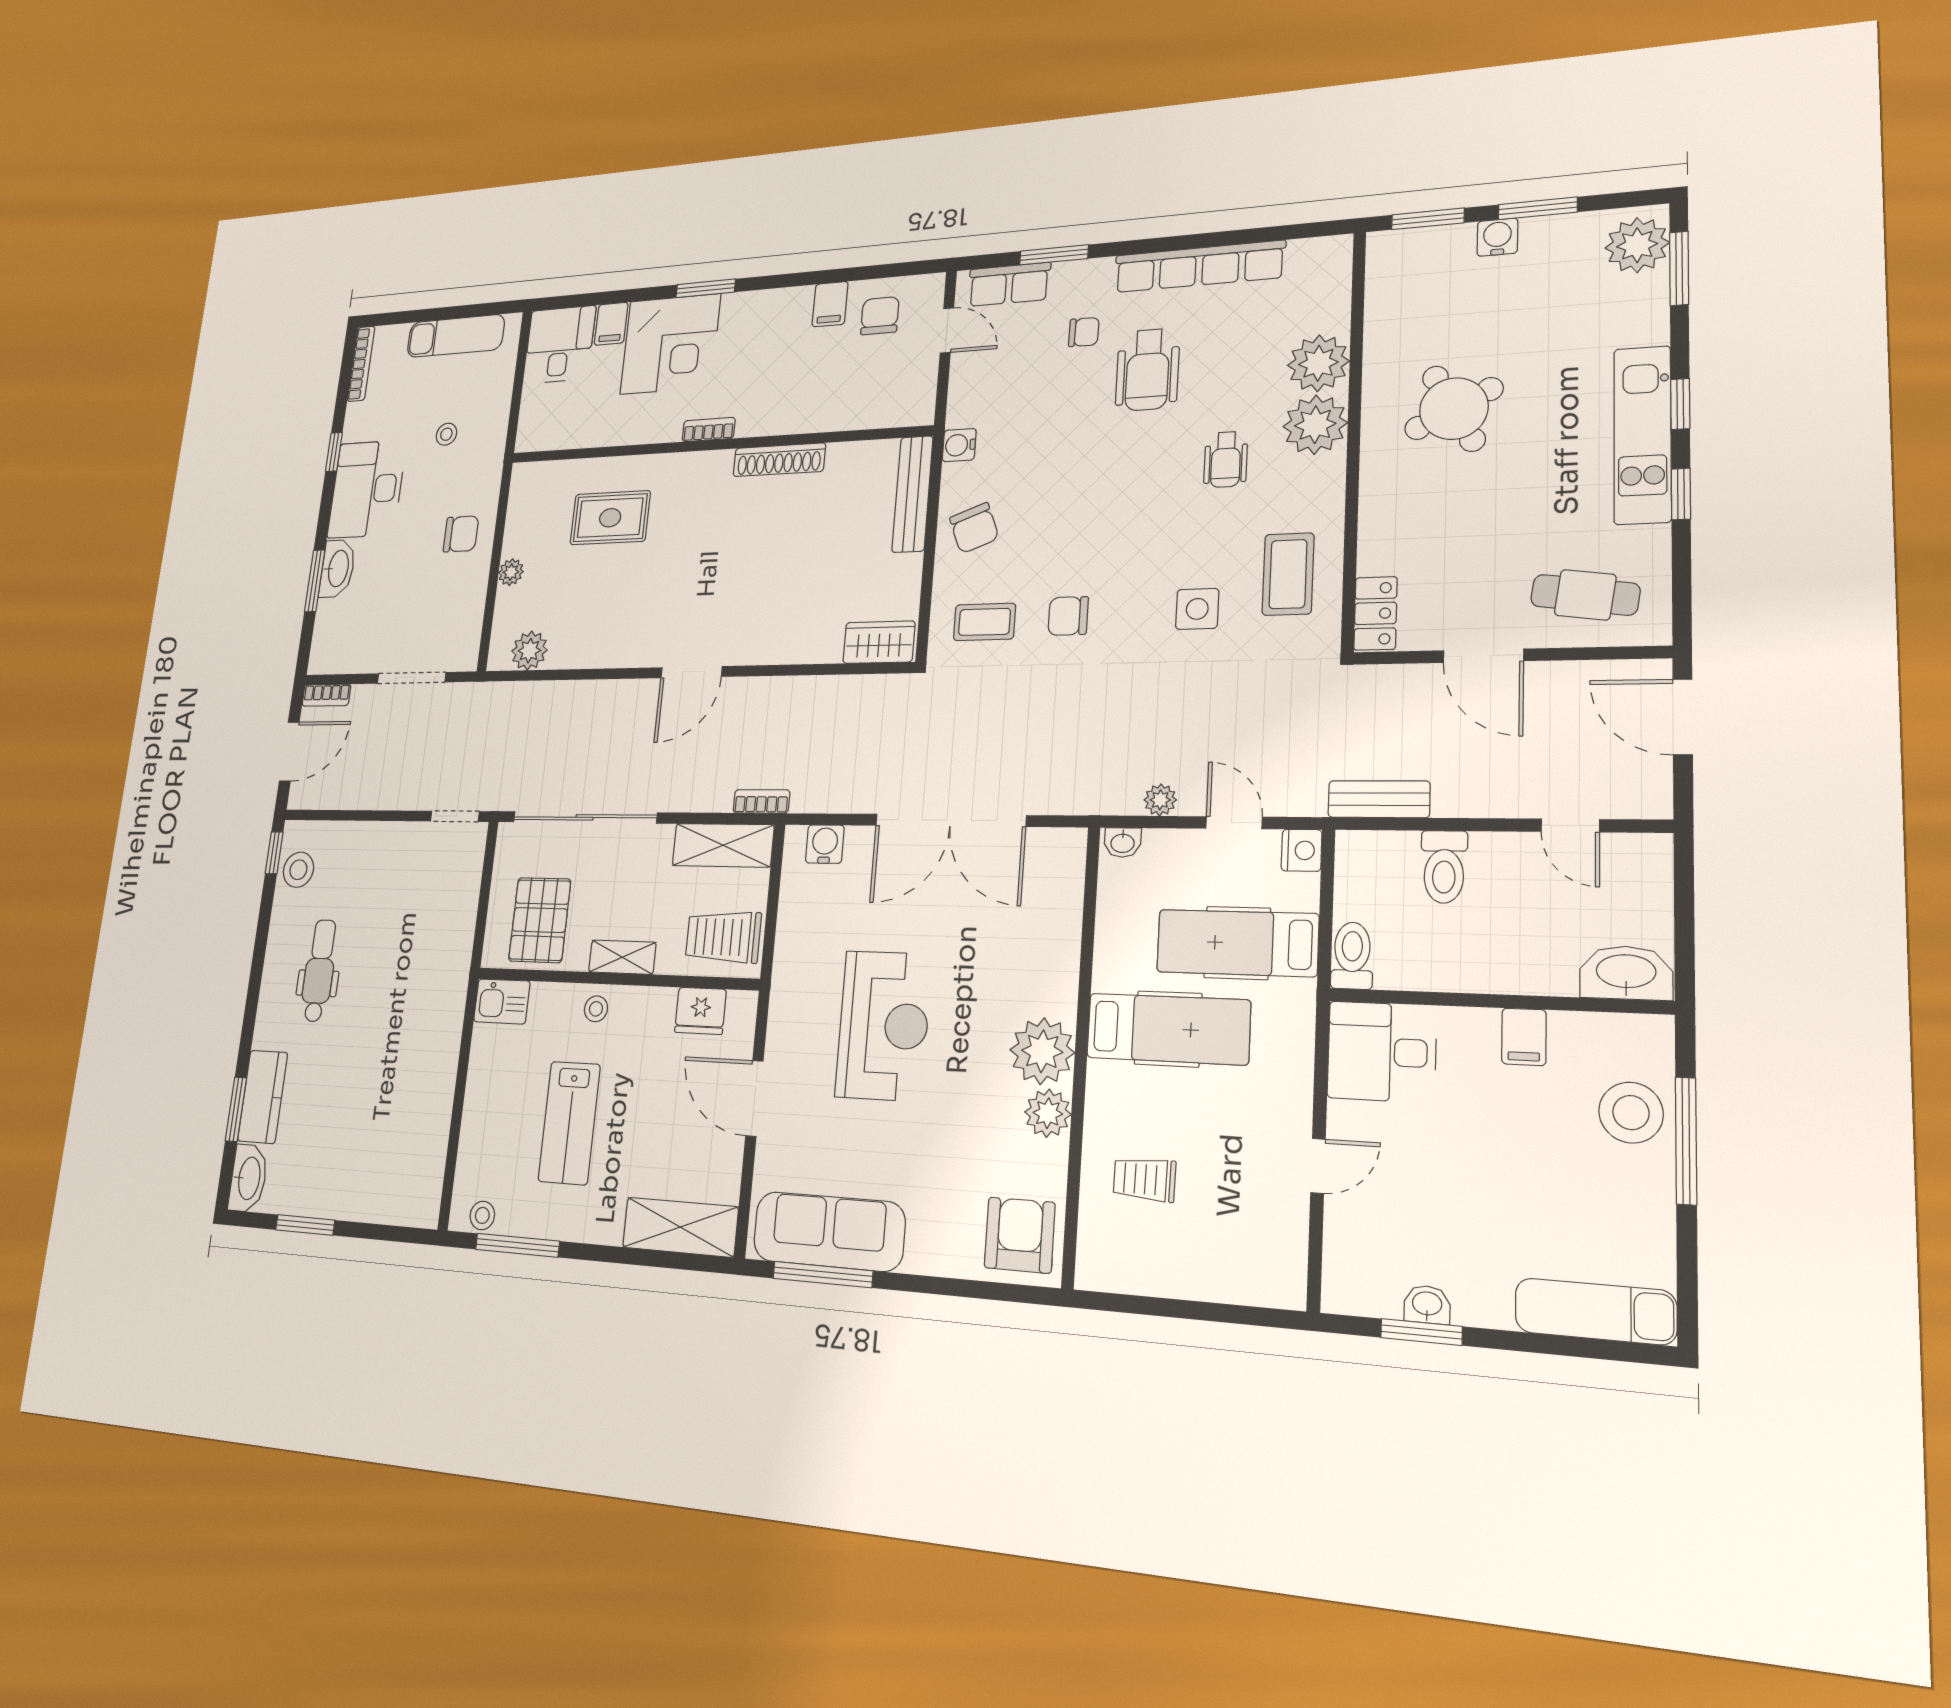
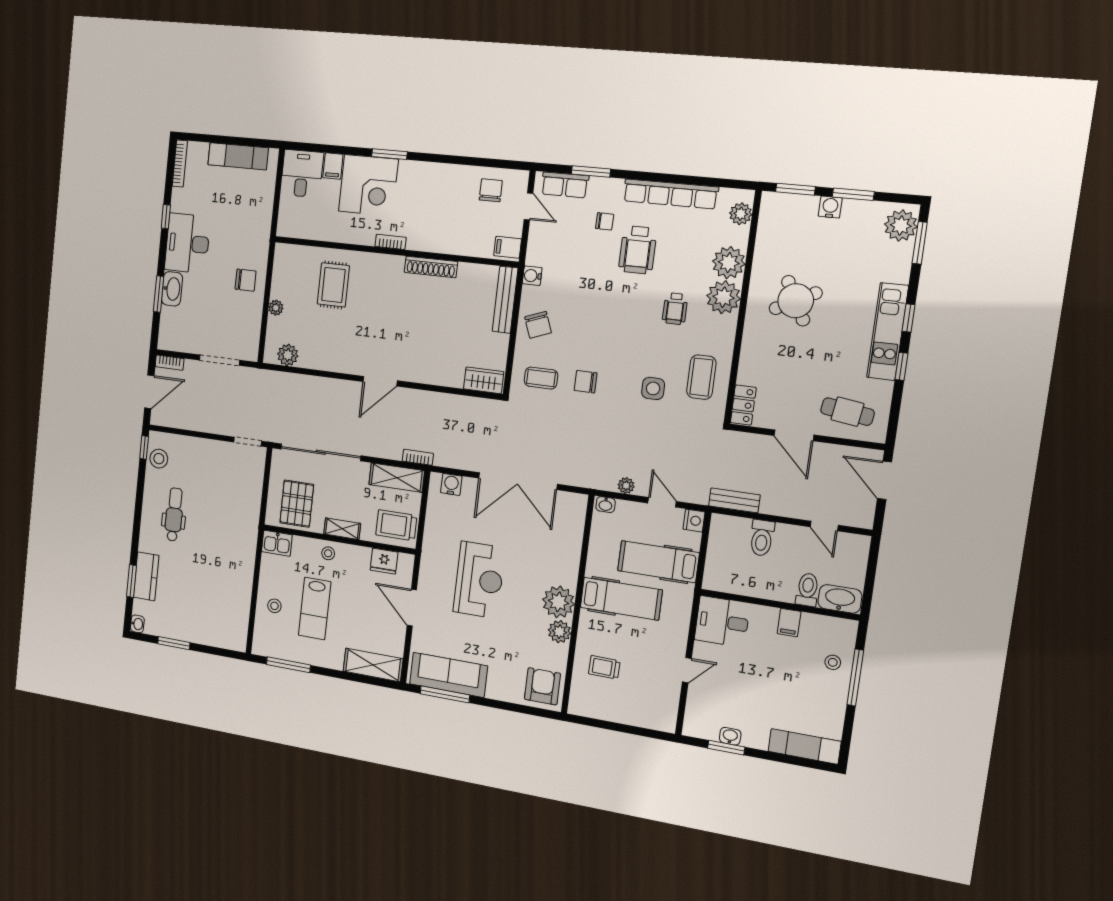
plant: (1331, 277) -> (741, 214), added
filing cabinet: (830, 304) -> (508, 247), moved, turned 90
stool: (446, 434) -> (235, 218), removed
rug: (610, 518) -> (333, 285), turned 90
toilet: (1352, 956) -> (807, 590), moved
stool: (1631, 1113) -> (833, 662), width x0.53, depth x0.53
washbasin: (248, 1178) -> (137, 624), width x0.52, depth x0.69
stool: (482, 1215) -> (274, 606), moved

